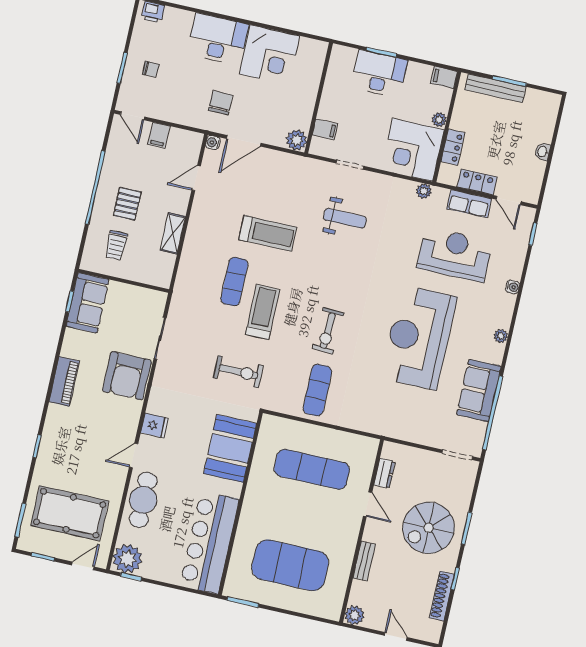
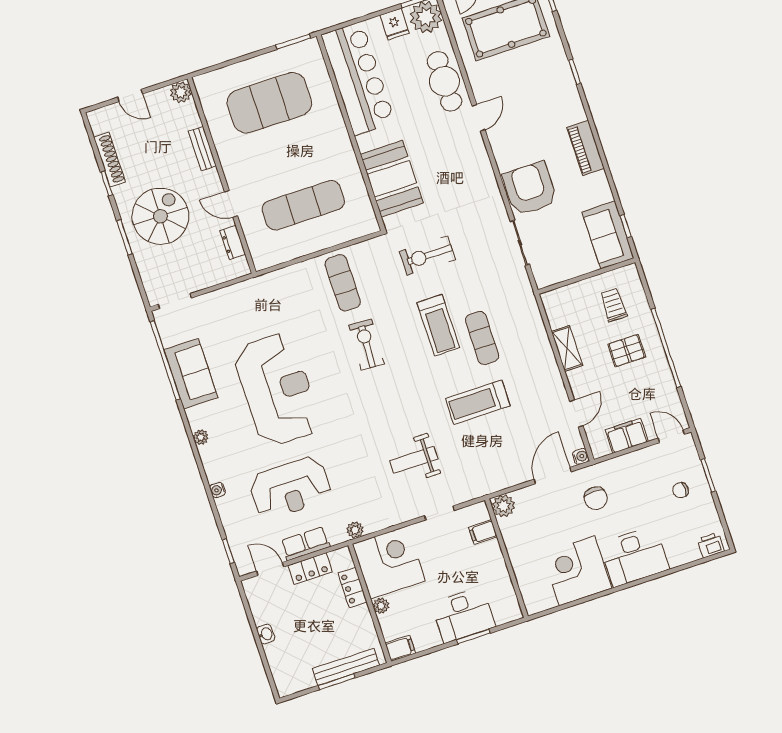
filing cabinet: (159, 135) -> (627, 436), width x2.00
pallet: (127, 204) -> (627, 351), turned 90
fridge: (155, 425) -> (395, 24), moved, turned -90

